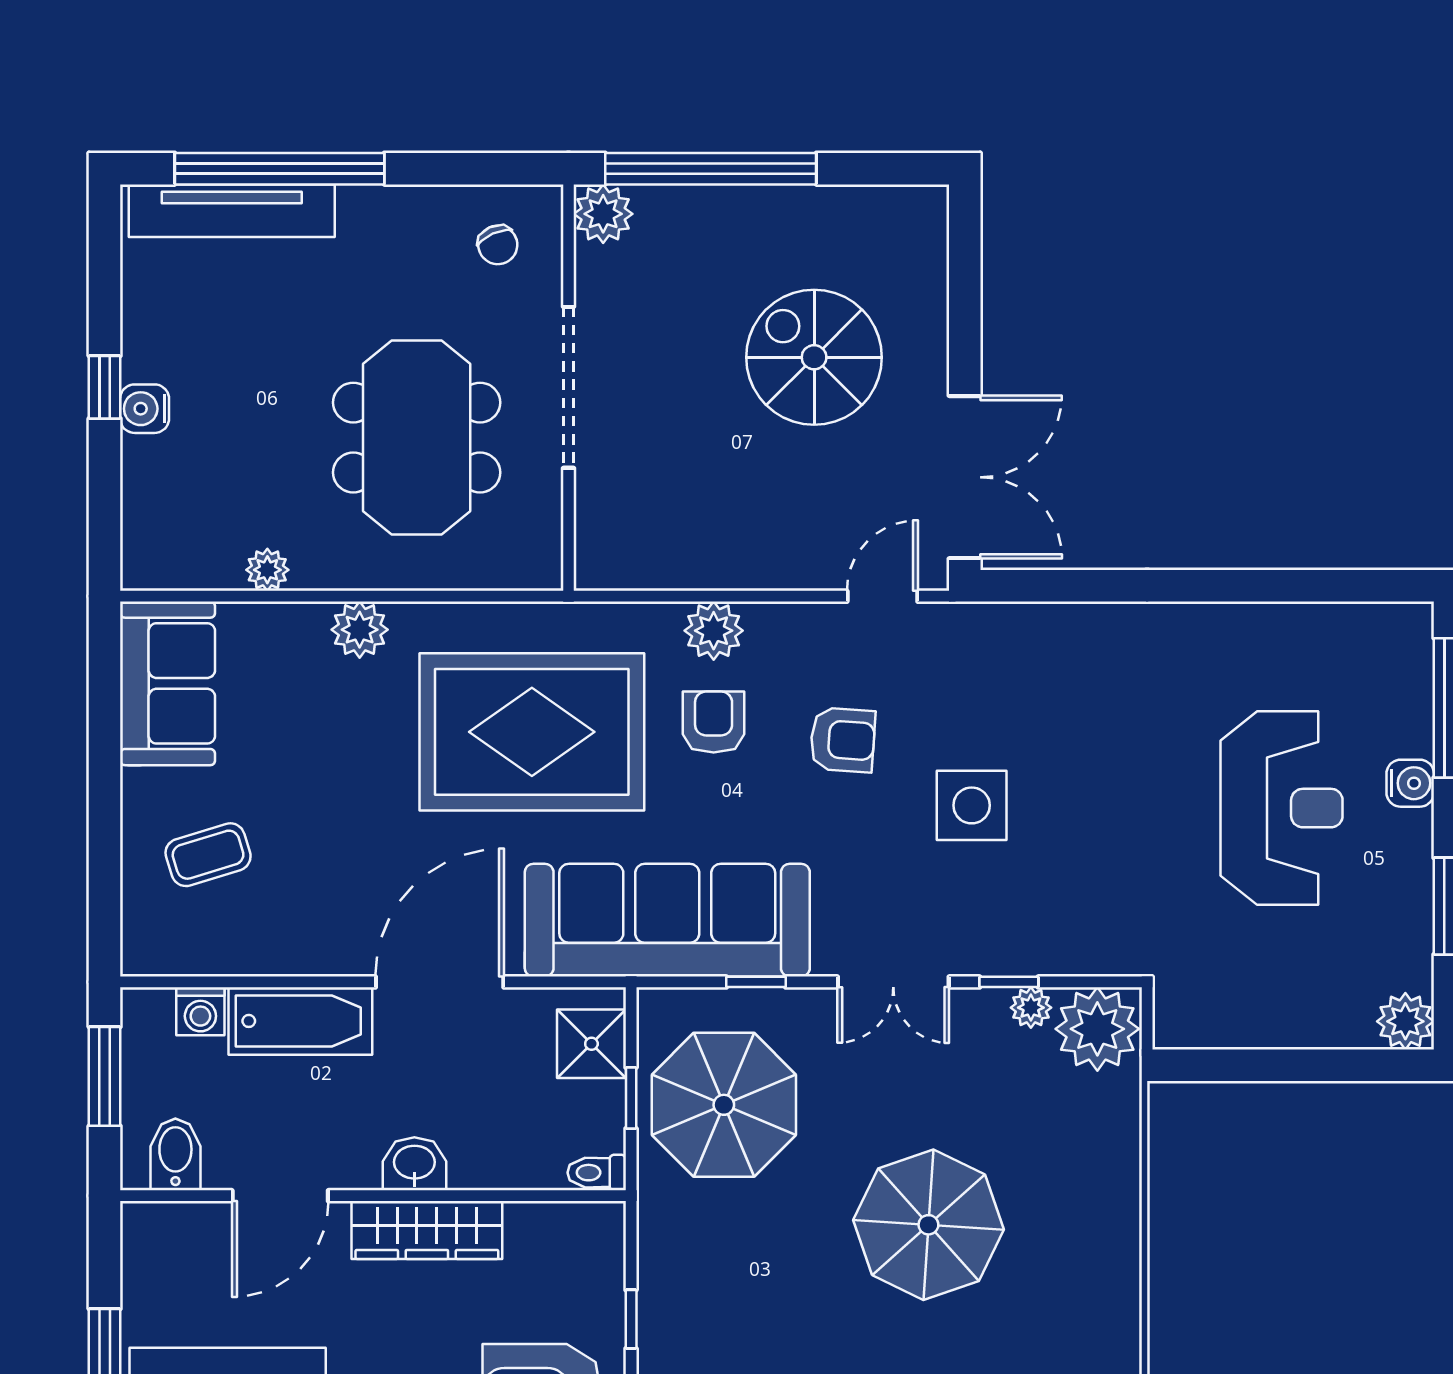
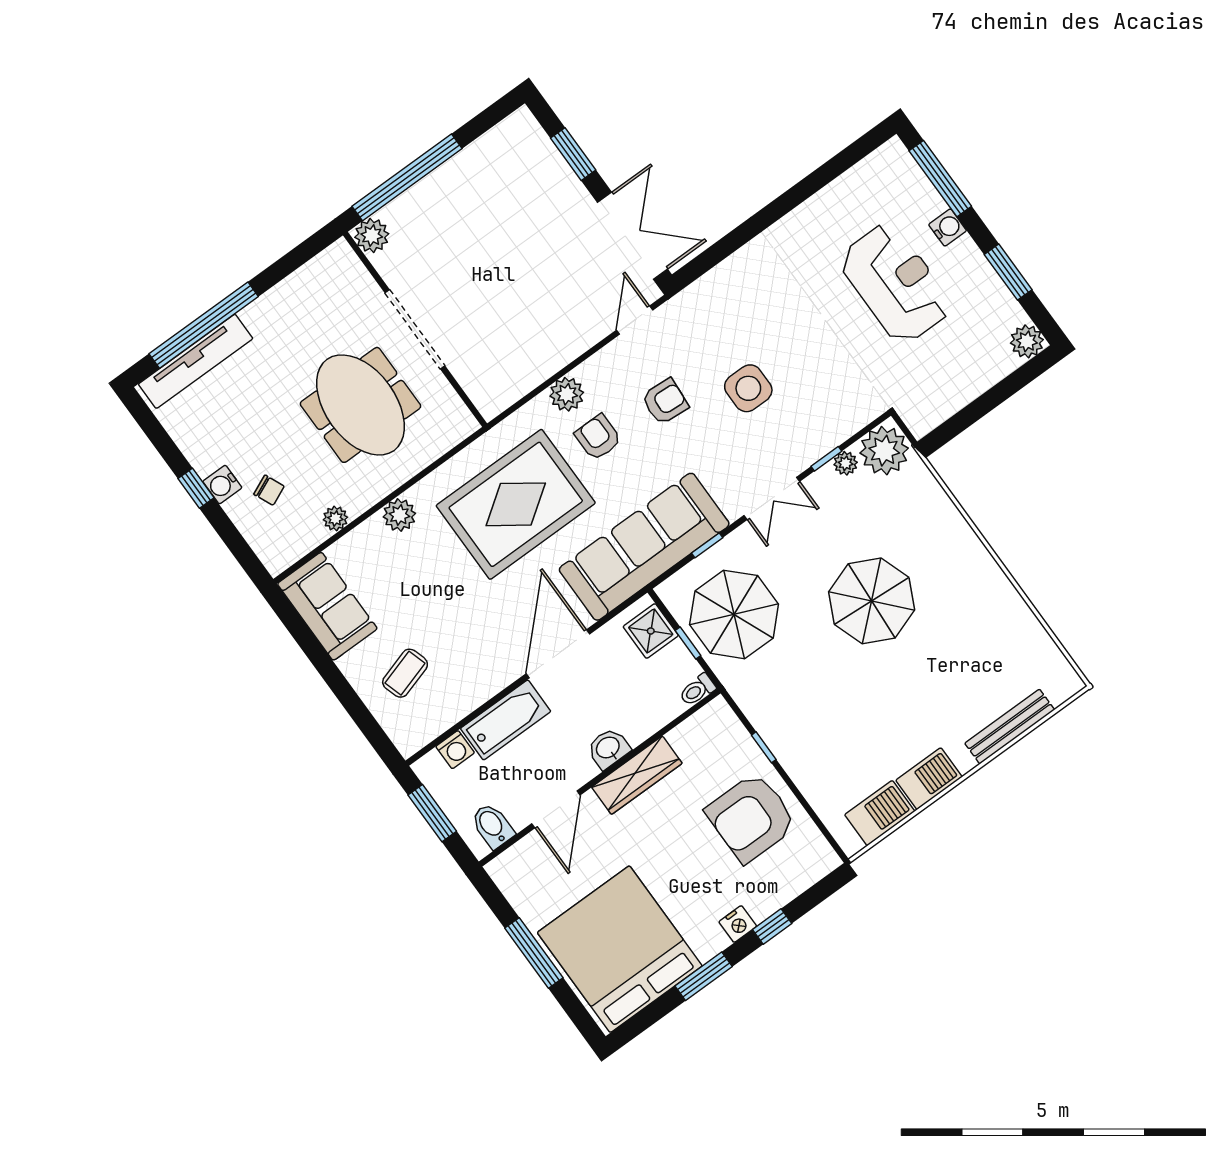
chair: (498, 245) -> (269, 490), moved
window: (965, 304) -> (573, 154), added
spiral stairs: (814, 357) -> (520, 231), removed

